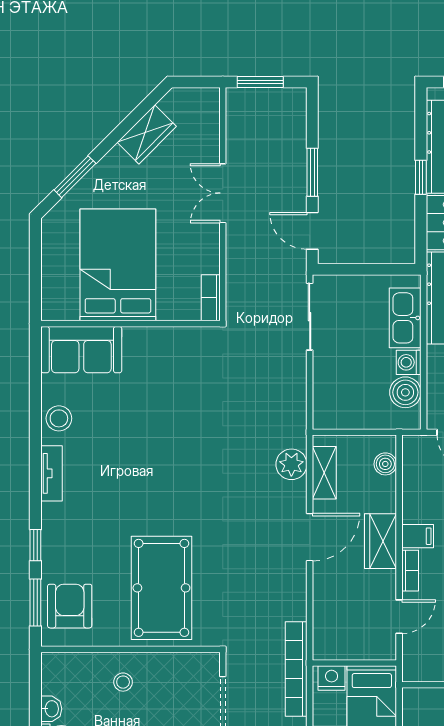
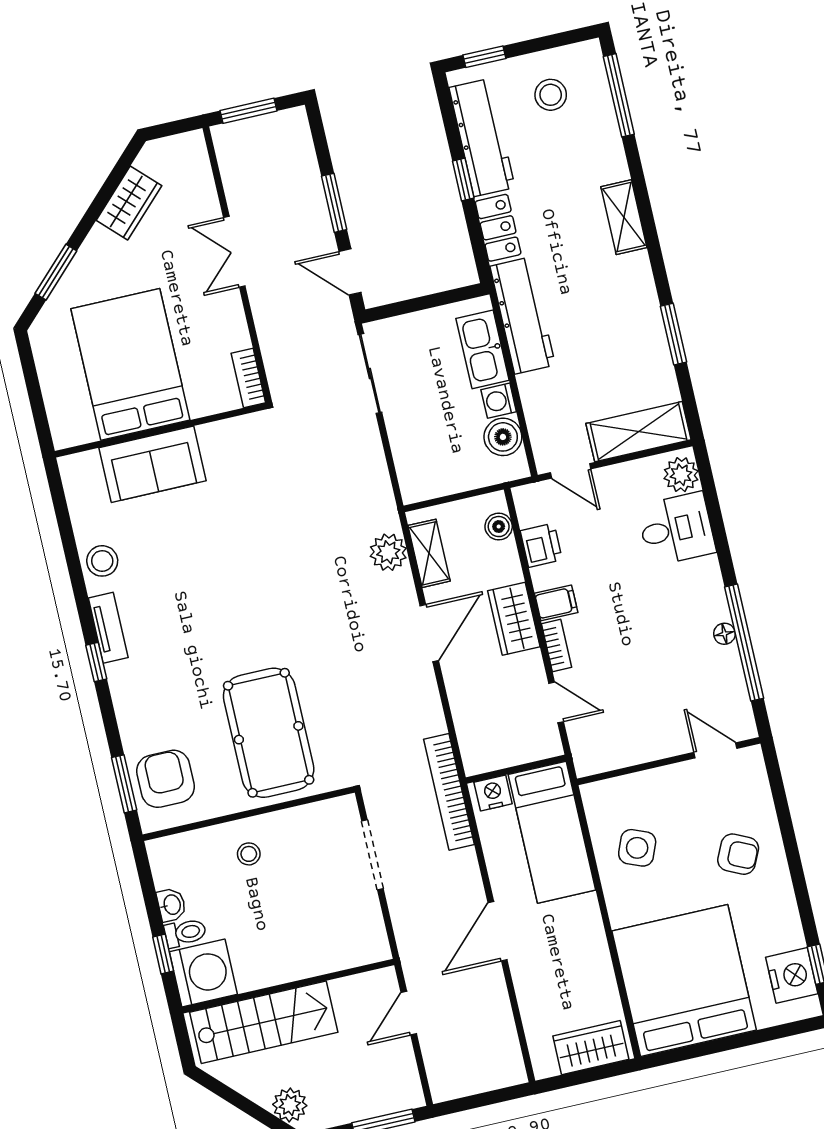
sofa: (81, 350) -> (152, 464), moved
printer: (416, 487) -> (541, 545), added
window: (35, 545) -> (96, 662), moved
door: (399, 617) -> (556, 702), hinge flipped

